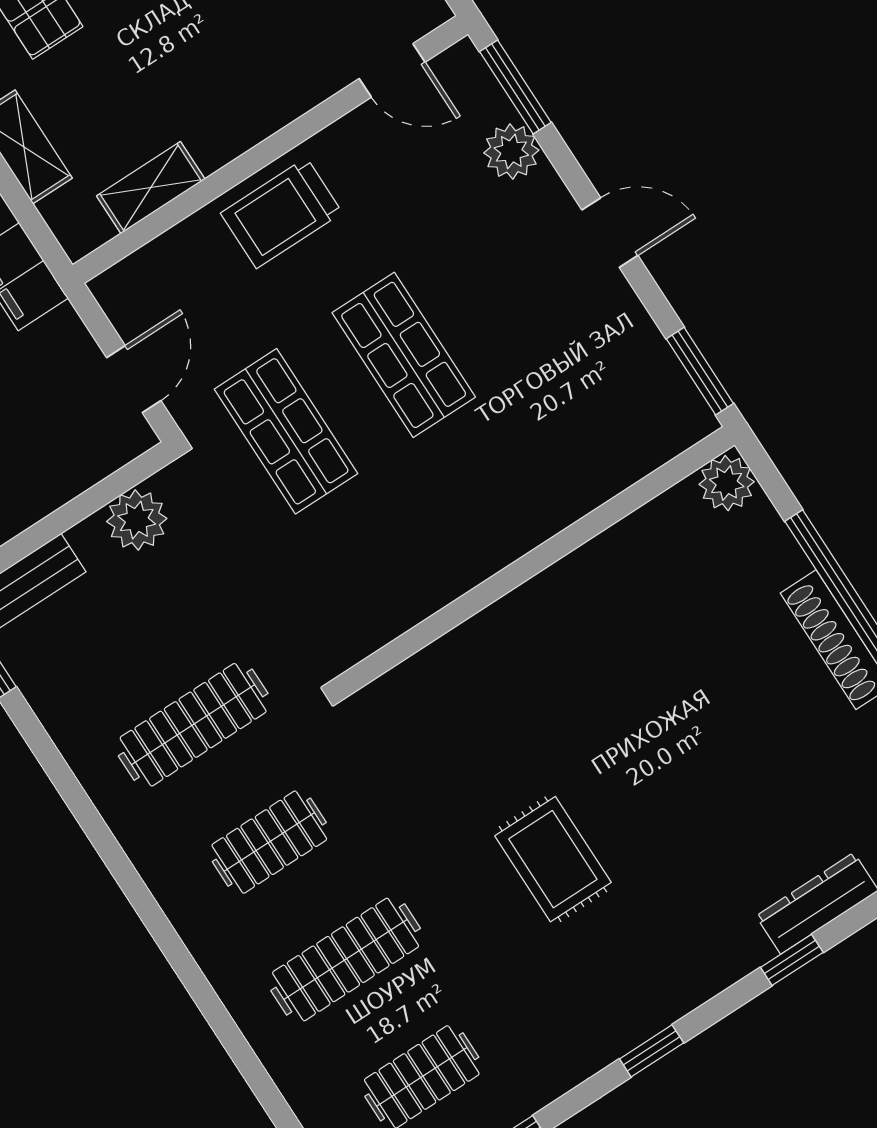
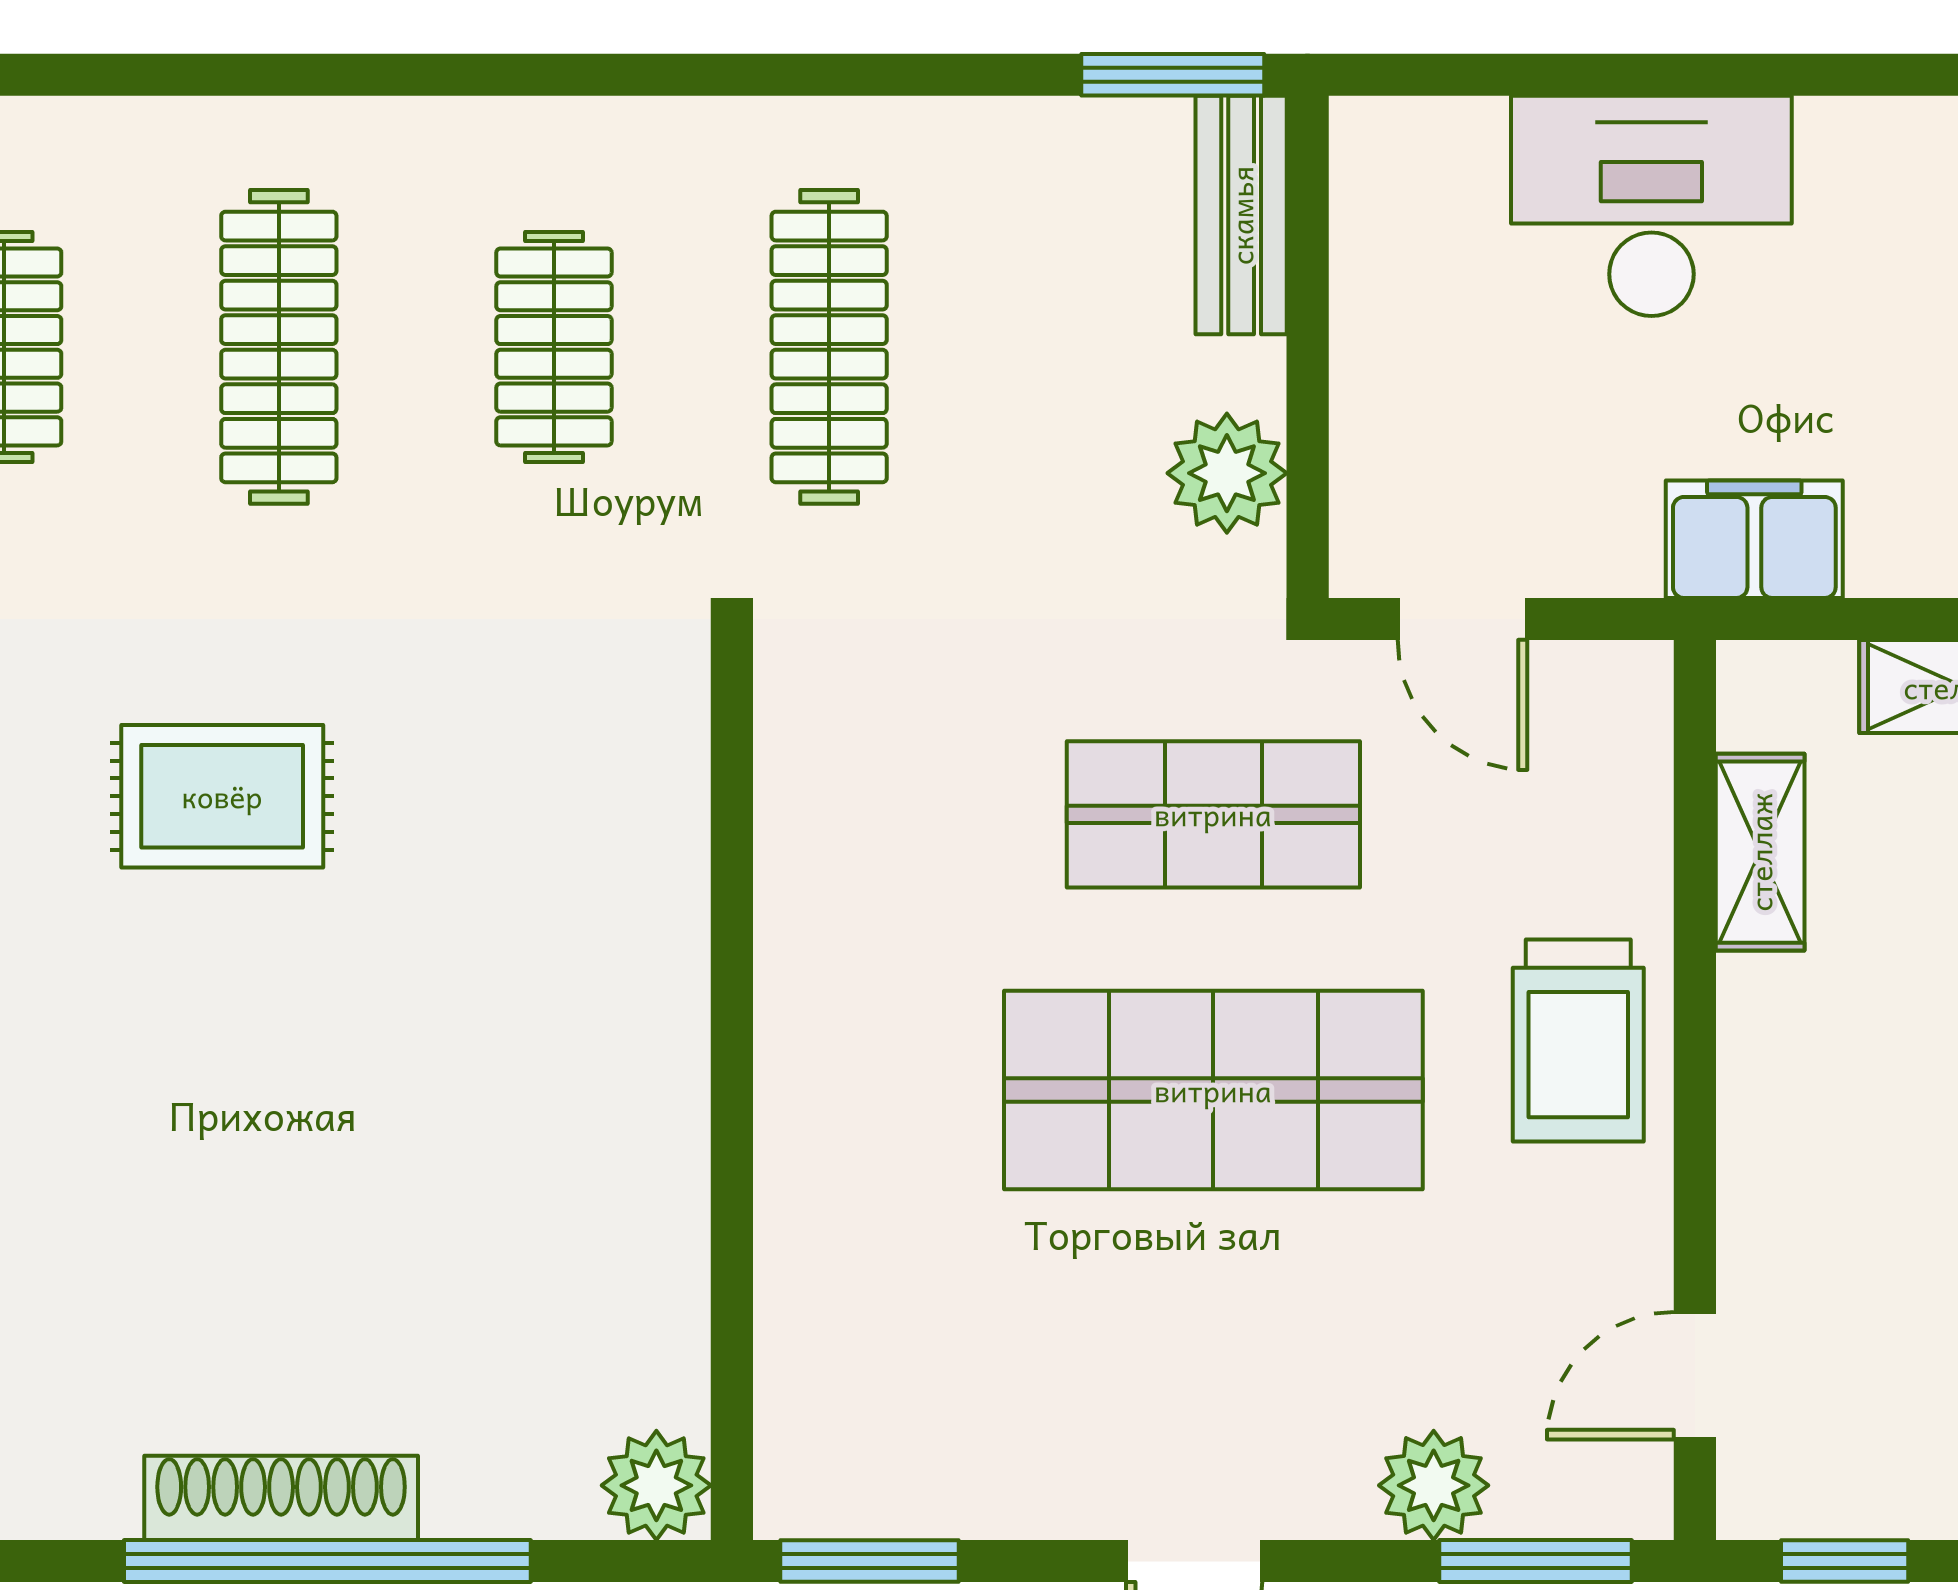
trolley: (281, 213) -> (1578, 1040), turned 180
shop shelf: (404, 355) -> (1213, 1090), width x1.43, depth x1.36

